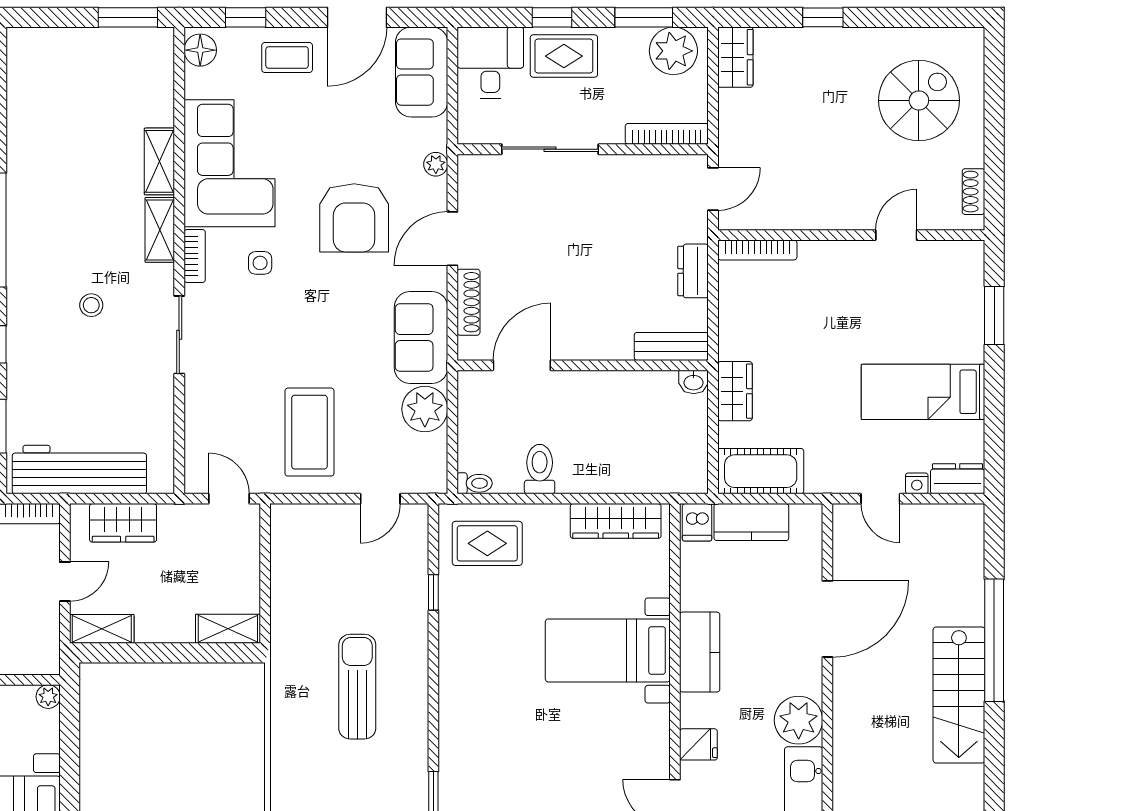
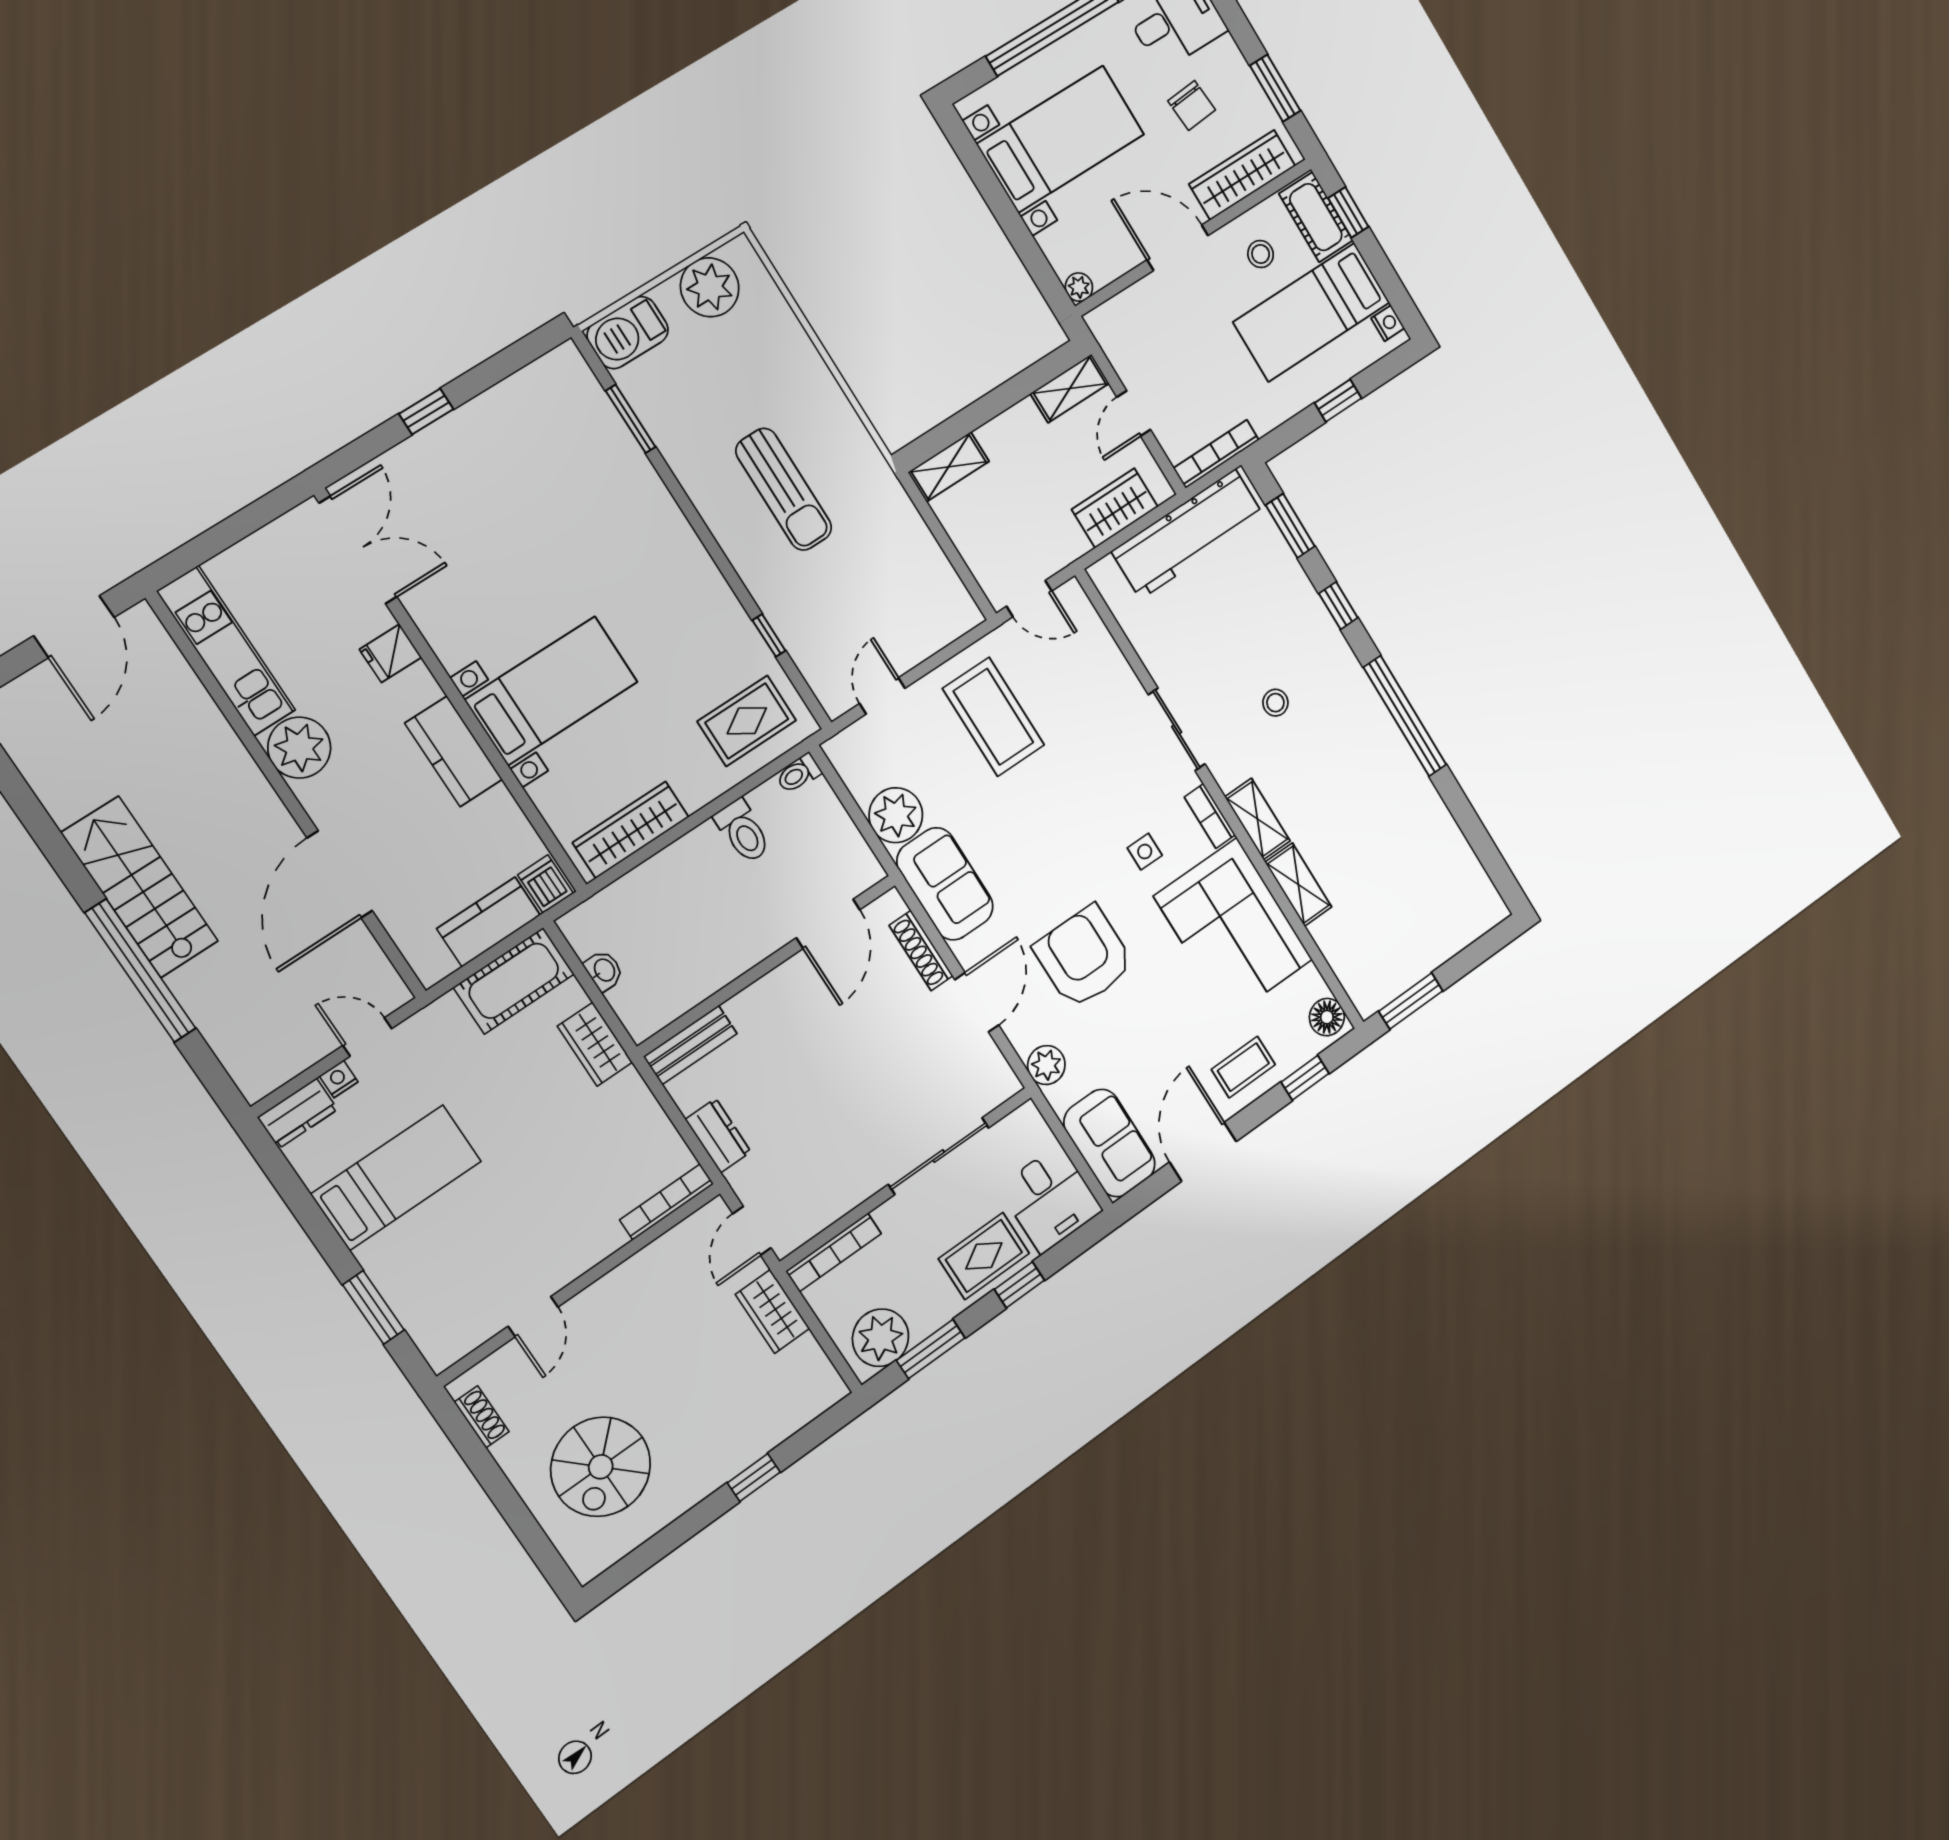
wardrobe: (735, 57) -> (773, 1311), moved
plant: (436, 164) -> (1046, 1065), width x1.38, depth x1.38
washbasin: (694, 382) -> (604, 971), moved, turned 90

